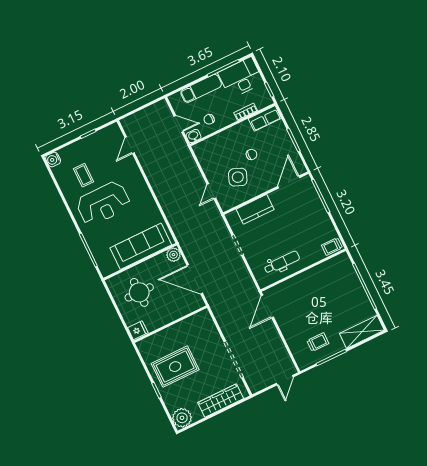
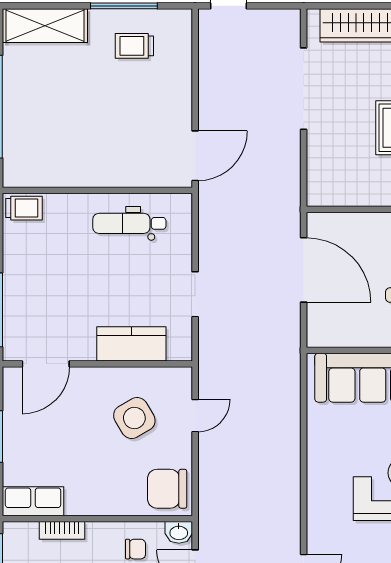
chair: (252, 154) -> (167, 489), moved, width x1.87, depth x1.87
side table: (238, 177) -> (134, 418), turned 38
plant: (173, 255) -> (320, 333), removed

